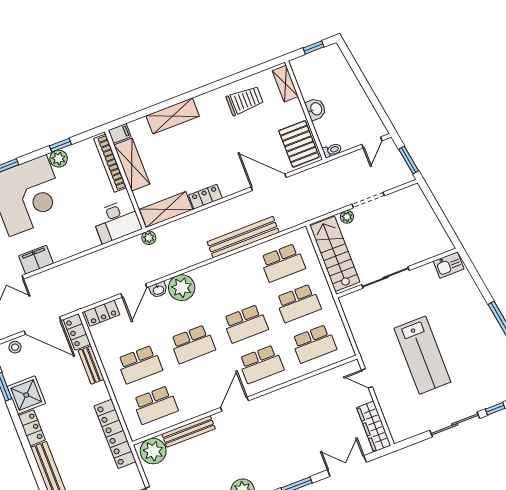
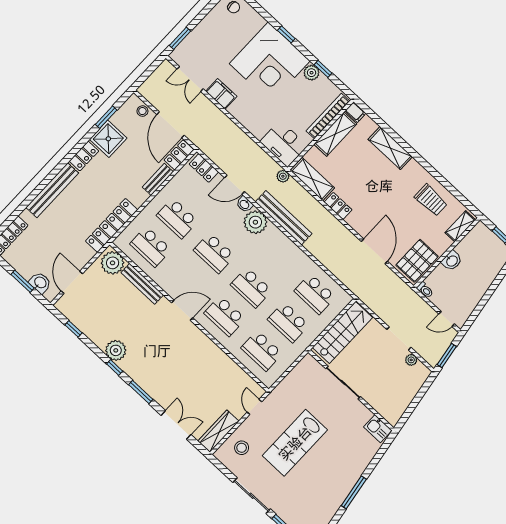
plant: (347, 217) -> (411, 360), moved
bench: (243, 237) -> (284, 218), moved
stool: (402, 411) -> (242, 448), added

